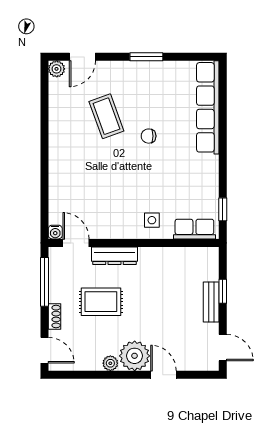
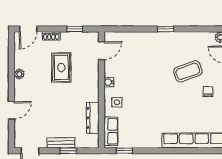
chair: (149, 136) -> (208, 91), moved
window: (44, 149) -> (166, 29), added
water cooler: (55, 232) -> (109, 82), moved
dresser: (114, 256) -> (93, 118), moved
window: (44, 282) -> (75, 29), width x0.46
plant: (135, 356) -> (24, 90), removed

